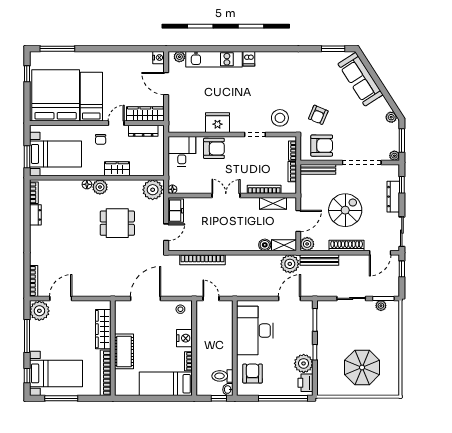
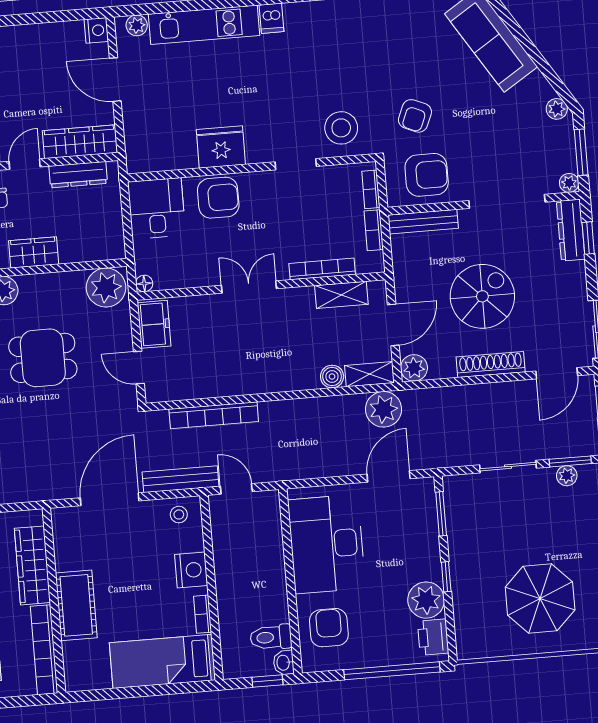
dresser: (393, 197) -> (571, 230), moved
door: (166, 232) -> (139, 368), swing flipped
bench: (319, 260) -> (181, 479), moved

